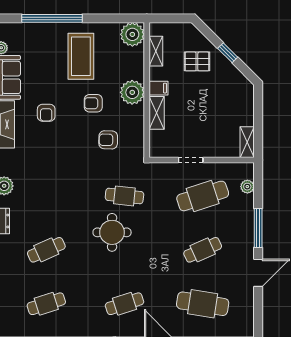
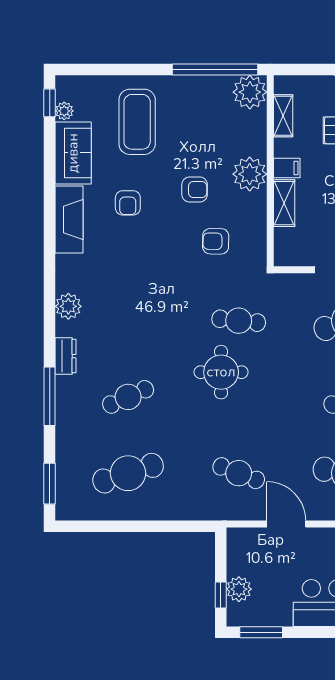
window: (52, 18) -> (215, 69), moved
coffee table: (81, 56) -> (137, 122), moved
armchair: (93, 103) -> (195, 190), turned 180
cafe table: (46, 304) -> (128, 473), width x1.37, depth x1.35
cafe table: (124, 304) -> (239, 473), turned 39

